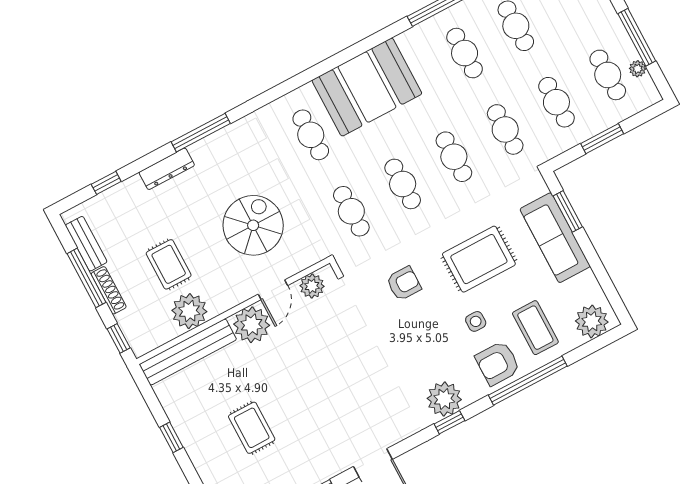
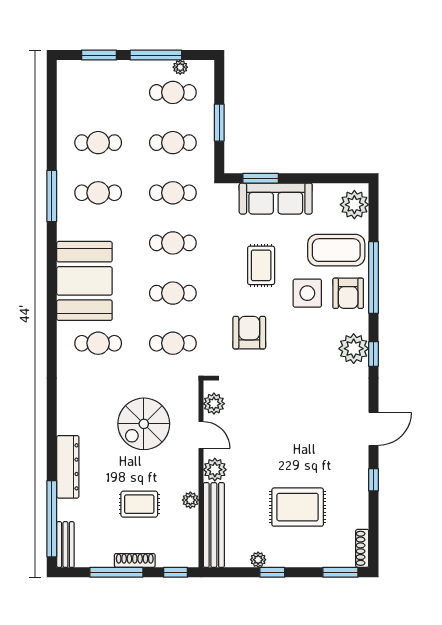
window: (201, 133) -> (52, 426), removed
dresser: (167, 169) -> (68, 467), width x1.37, depth x1.24
window: (106, 183) -> (52, 519), width x3.17
spiral stairs: (253, 225) -> (144, 424), turned -90
bench: (86, 244) -> (65, 545), moved, turned 90
rug: (479, 259) -> (261, 265), width x0.73, depth x0.70
armchair: (404, 284) -> (249, 333), width x1.38, depth x1.38
plant: (189, 311) -> (190, 500), width x0.53, depth x0.53
side table: (476, 321) -> (307, 293), width x1.87, depth x1.87
plant: (252, 325) -> (215, 470), width x0.73, depth x0.73
coffee table: (535, 328) -> (336, 250), width x1.36, depth x1.32
plant: (177, 416) -> (258, 560), added
rug: (252, 428) -> (298, 507), width x1.36, depth x1.43

